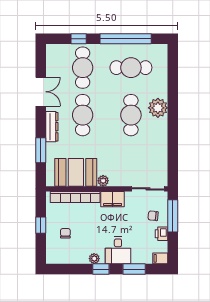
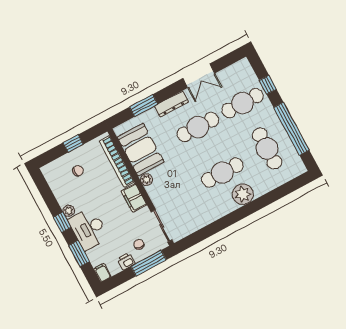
desk: (118, 250) -> (89, 229), width x1.37

